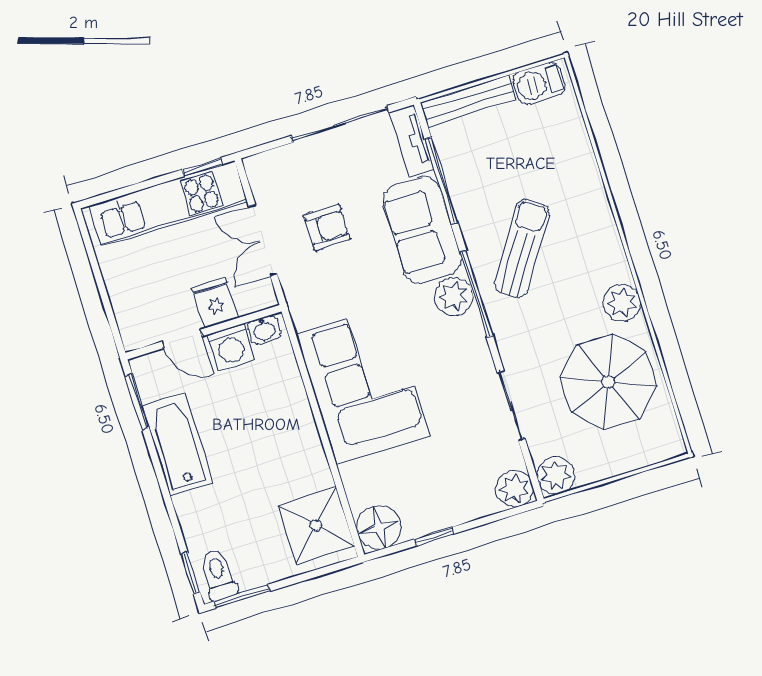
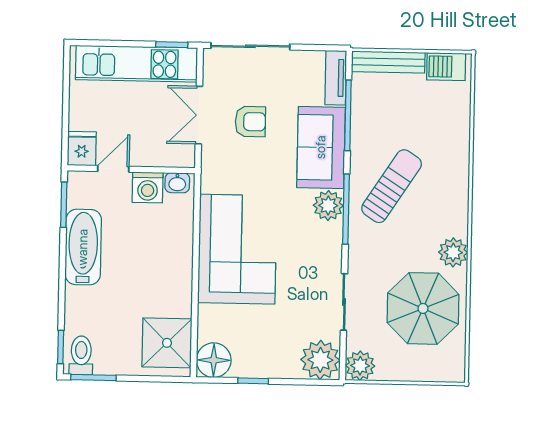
sliding door: (340, 124) -> (250, 46), moved
fridge: (215, 303) -> (82, 149), moved
door: (182, 339) -> (113, 169), swing flipped
plant: (514, 489) -> (320, 360), width x1.36, depth x1.36

